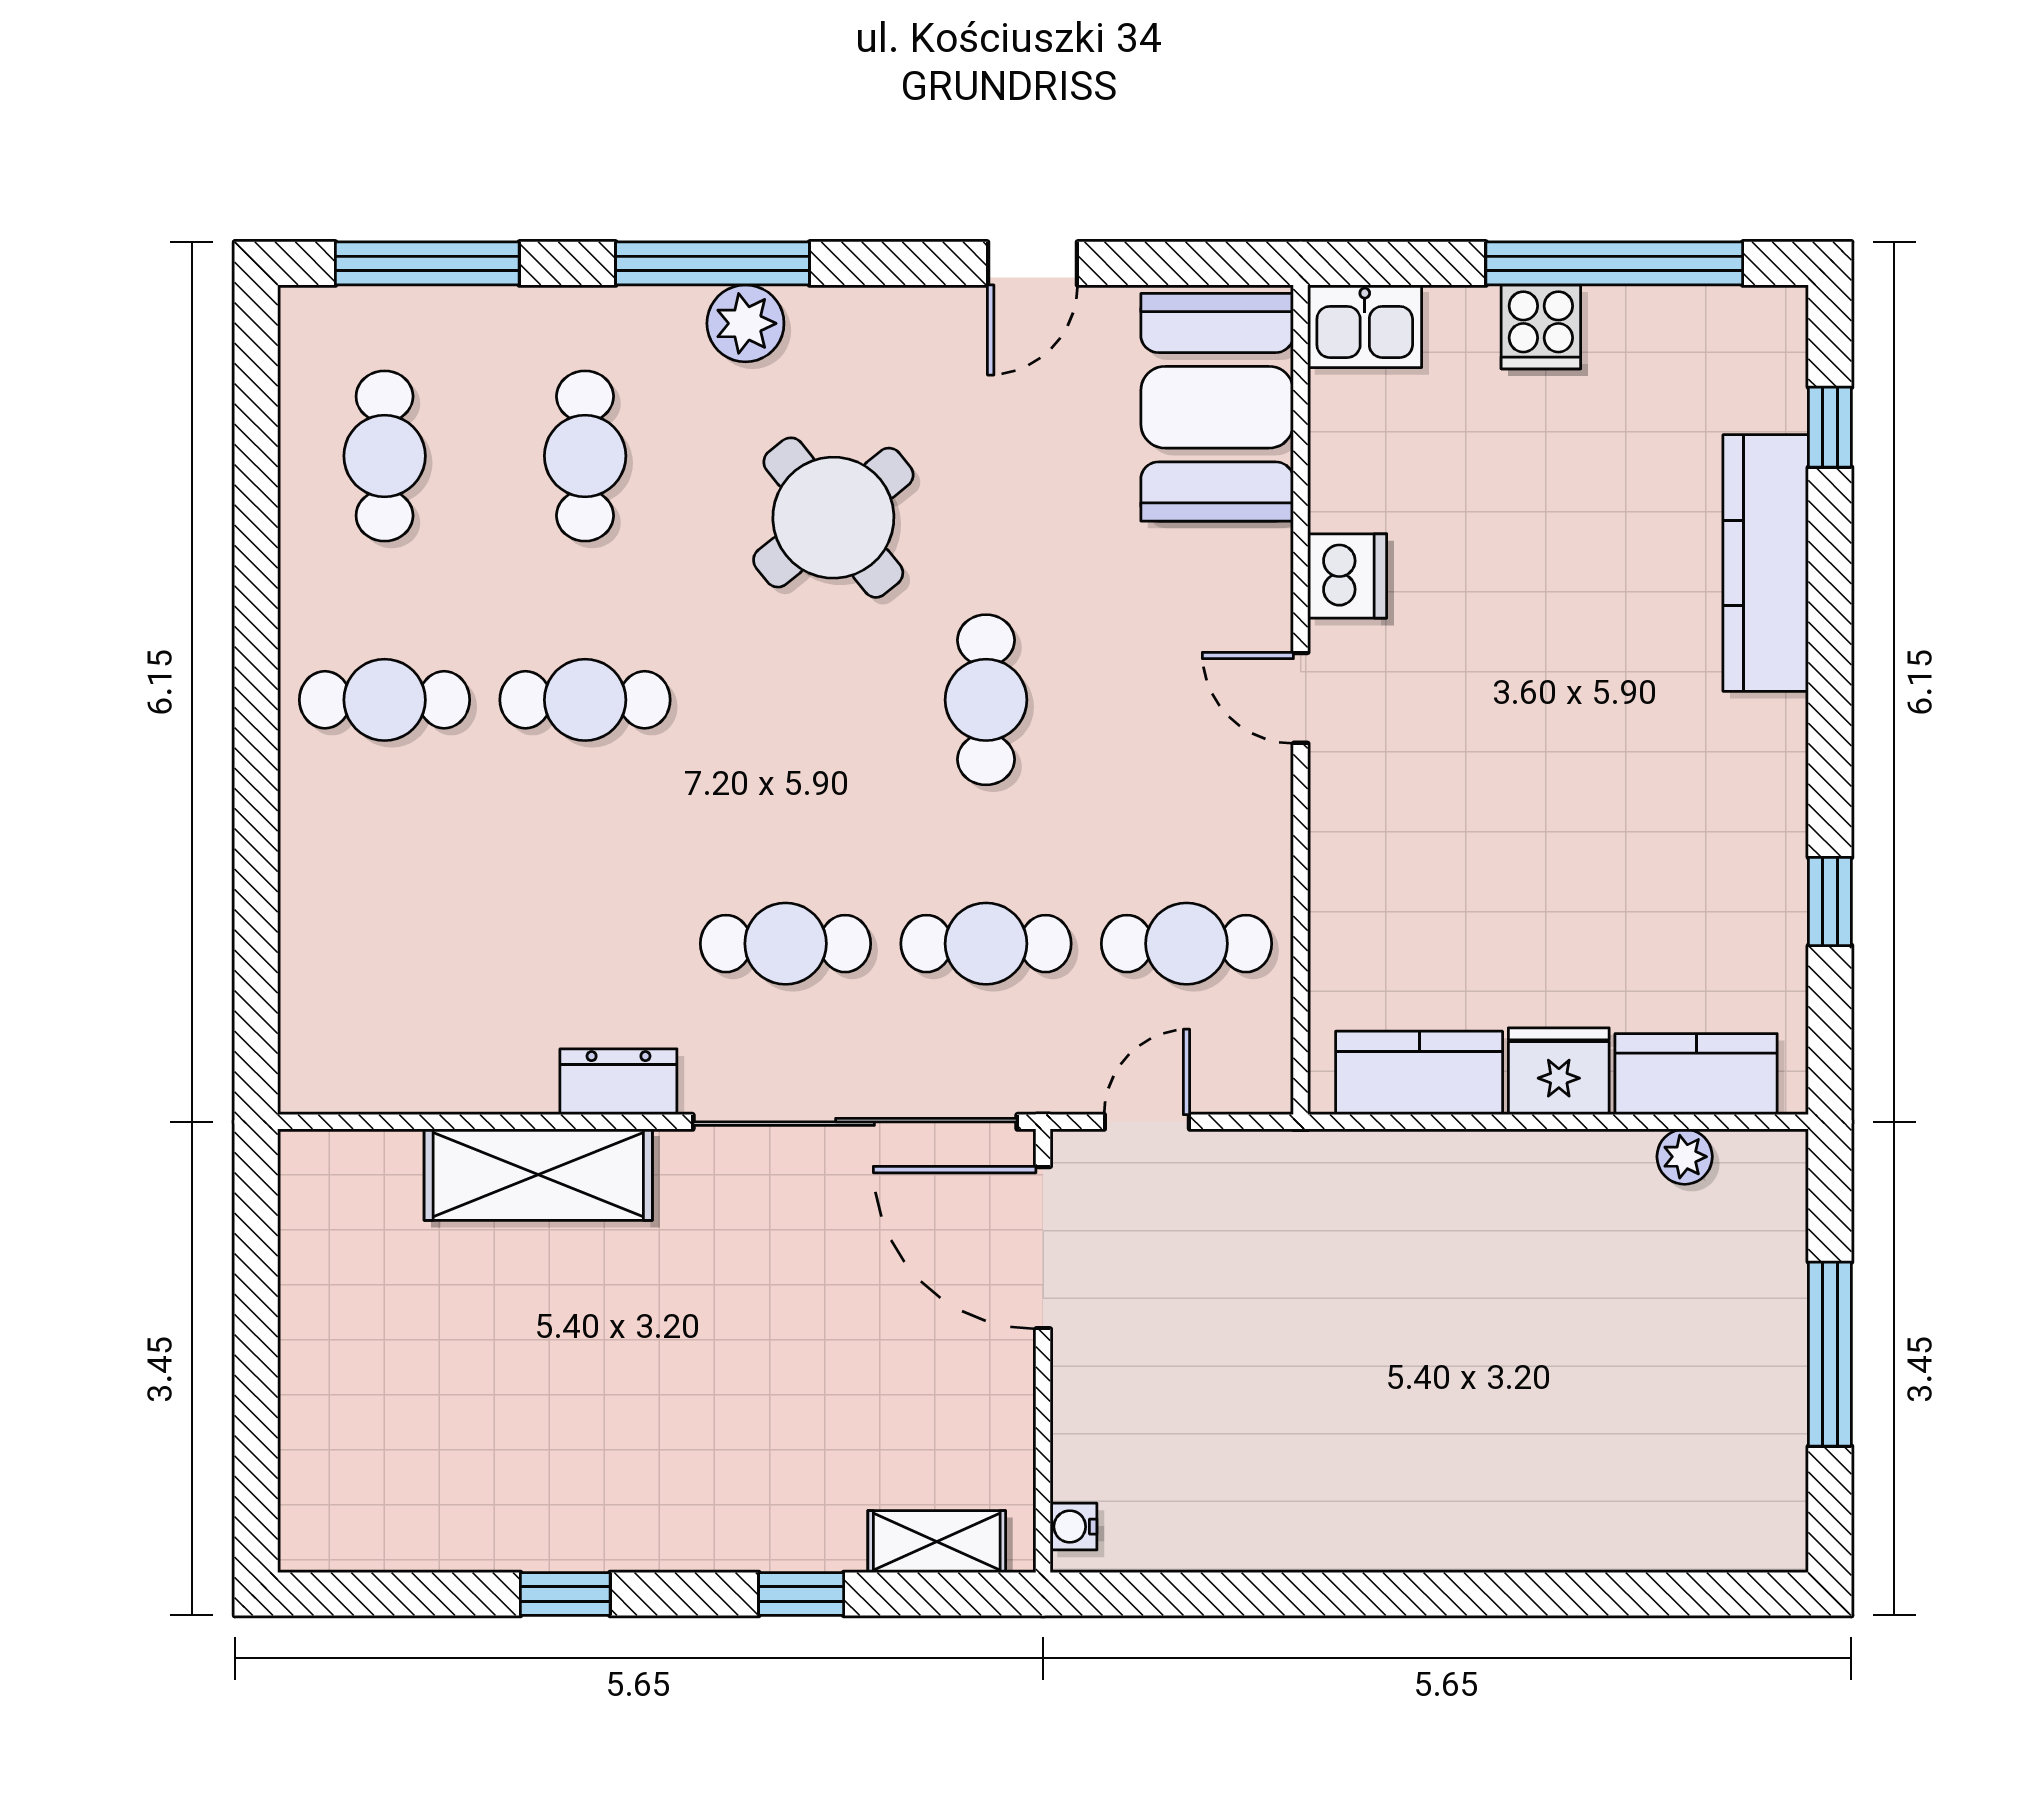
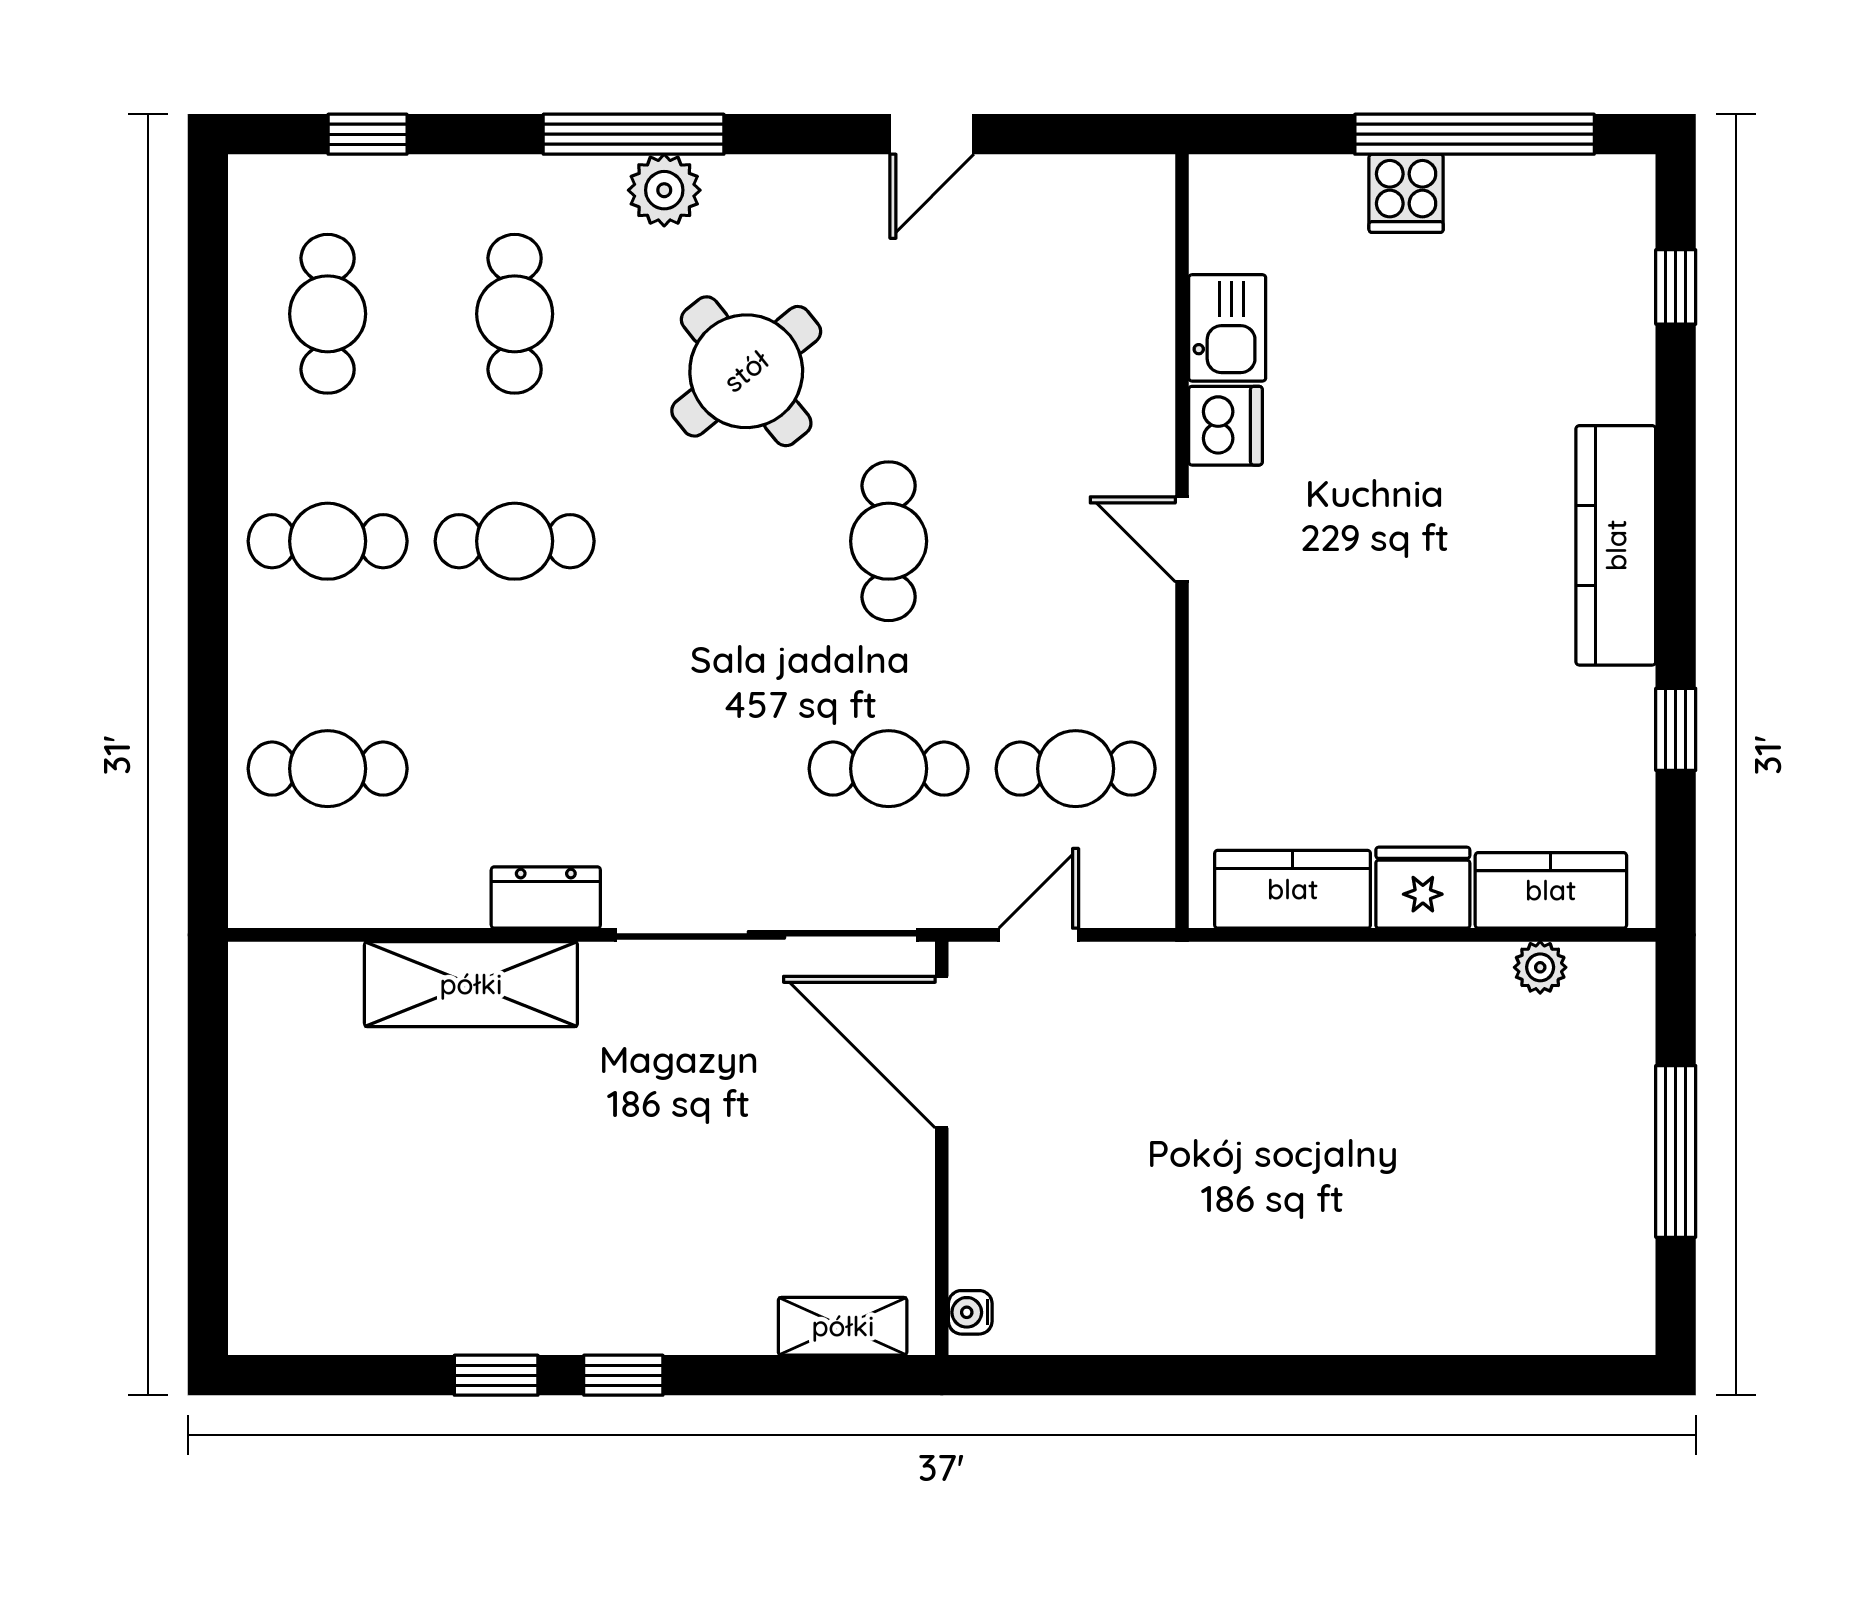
window: (427, 263) -> (368, 134), width x0.46
kitchen sink: (1365, 326) -> (1227, 328), moved, turned -90
booth: (1217, 407) -> (1104, 268), removed
kitchen counter: (1766, 563) -> (1616, 545), moved
cafe table: (786, 944) -> (328, 769), moved
window: (801, 1594) -> (623, 1375), moved

